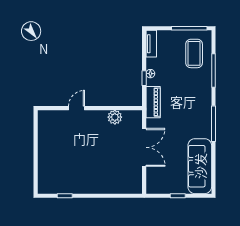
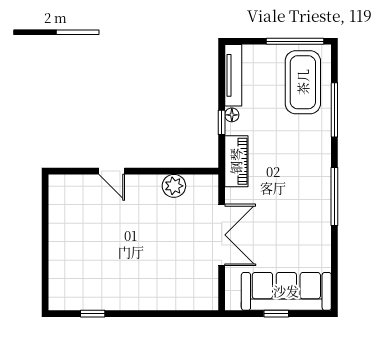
tv unit: (151, 44) -> (233, 75), width x1.41
coffee table: (194, 53) -> (303, 82), width x1.36, depth x1.32
door: (77, 108) -> (112, 171), swing flipped
sofa: (200, 166) -> (286, 291), moved, turned 90

